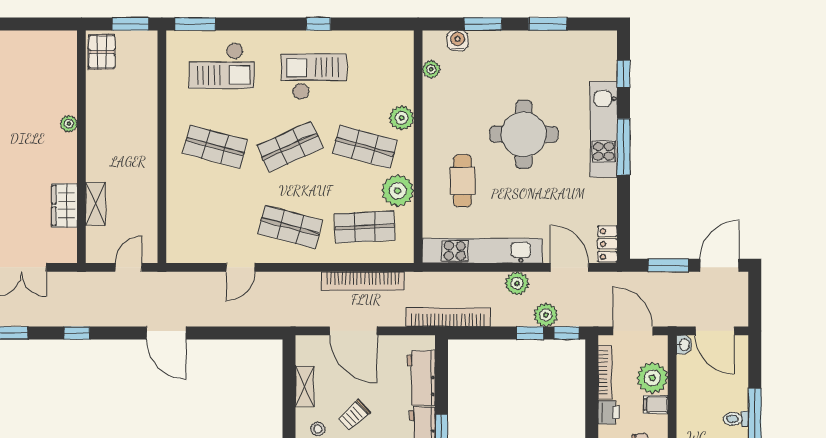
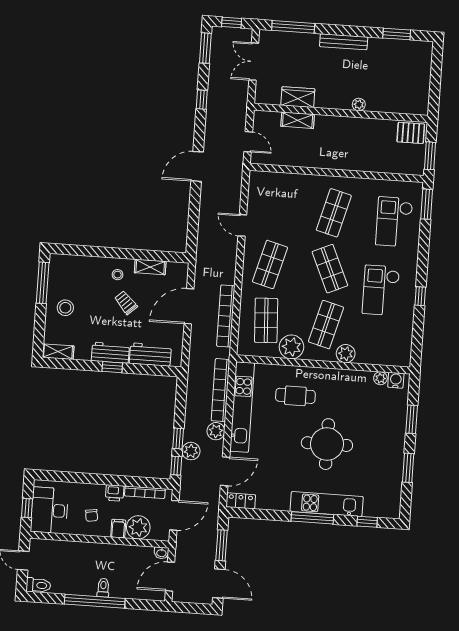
water cooler: (458, 40) -> (396, 380), moved, turned -90
checkout: (314, 77) -> (381, 290), turned 180
bookcase: (448, 317) -> (220, 390), moved, turned 180

